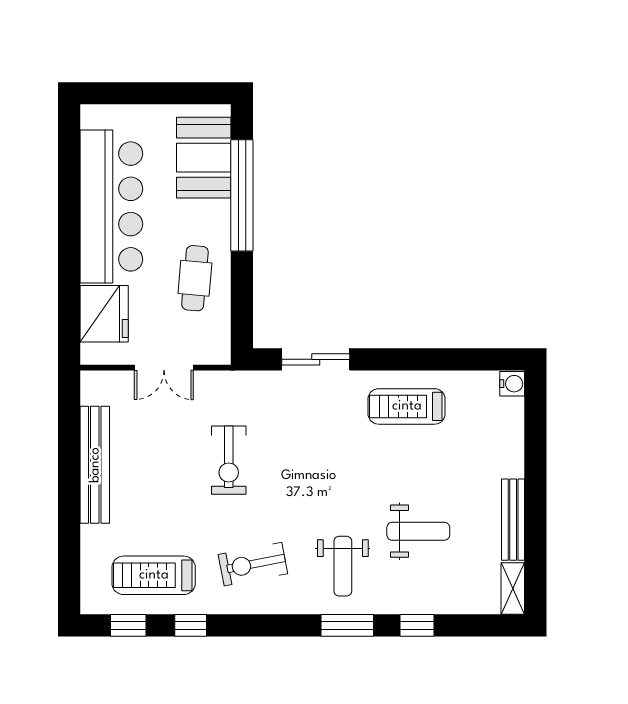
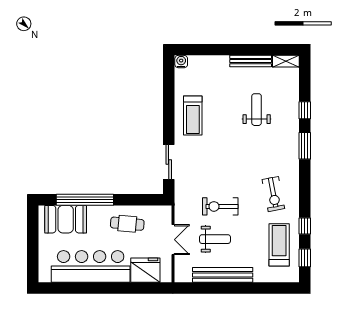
exercise bike: (229, 460) -> (220, 206), turned 180
weight bench: (343, 566) -> (215, 239), moved
treadmill: (154, 575) -> (279, 245), turned 180

